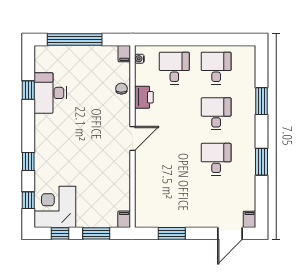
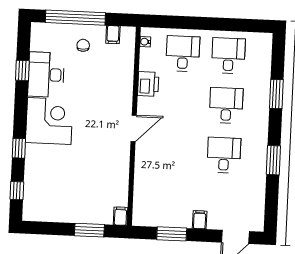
filing cabinet: (124, 54) -> (113, 35), moved
chair: (121, 89) -> (83, 45), moved
corner desk: (55, 207) -> (49, 121), moved, turned 90
filing cabinet: (250, 219) -> (200, 220), moved
window: (60, 233) -> (50, 228), removed

